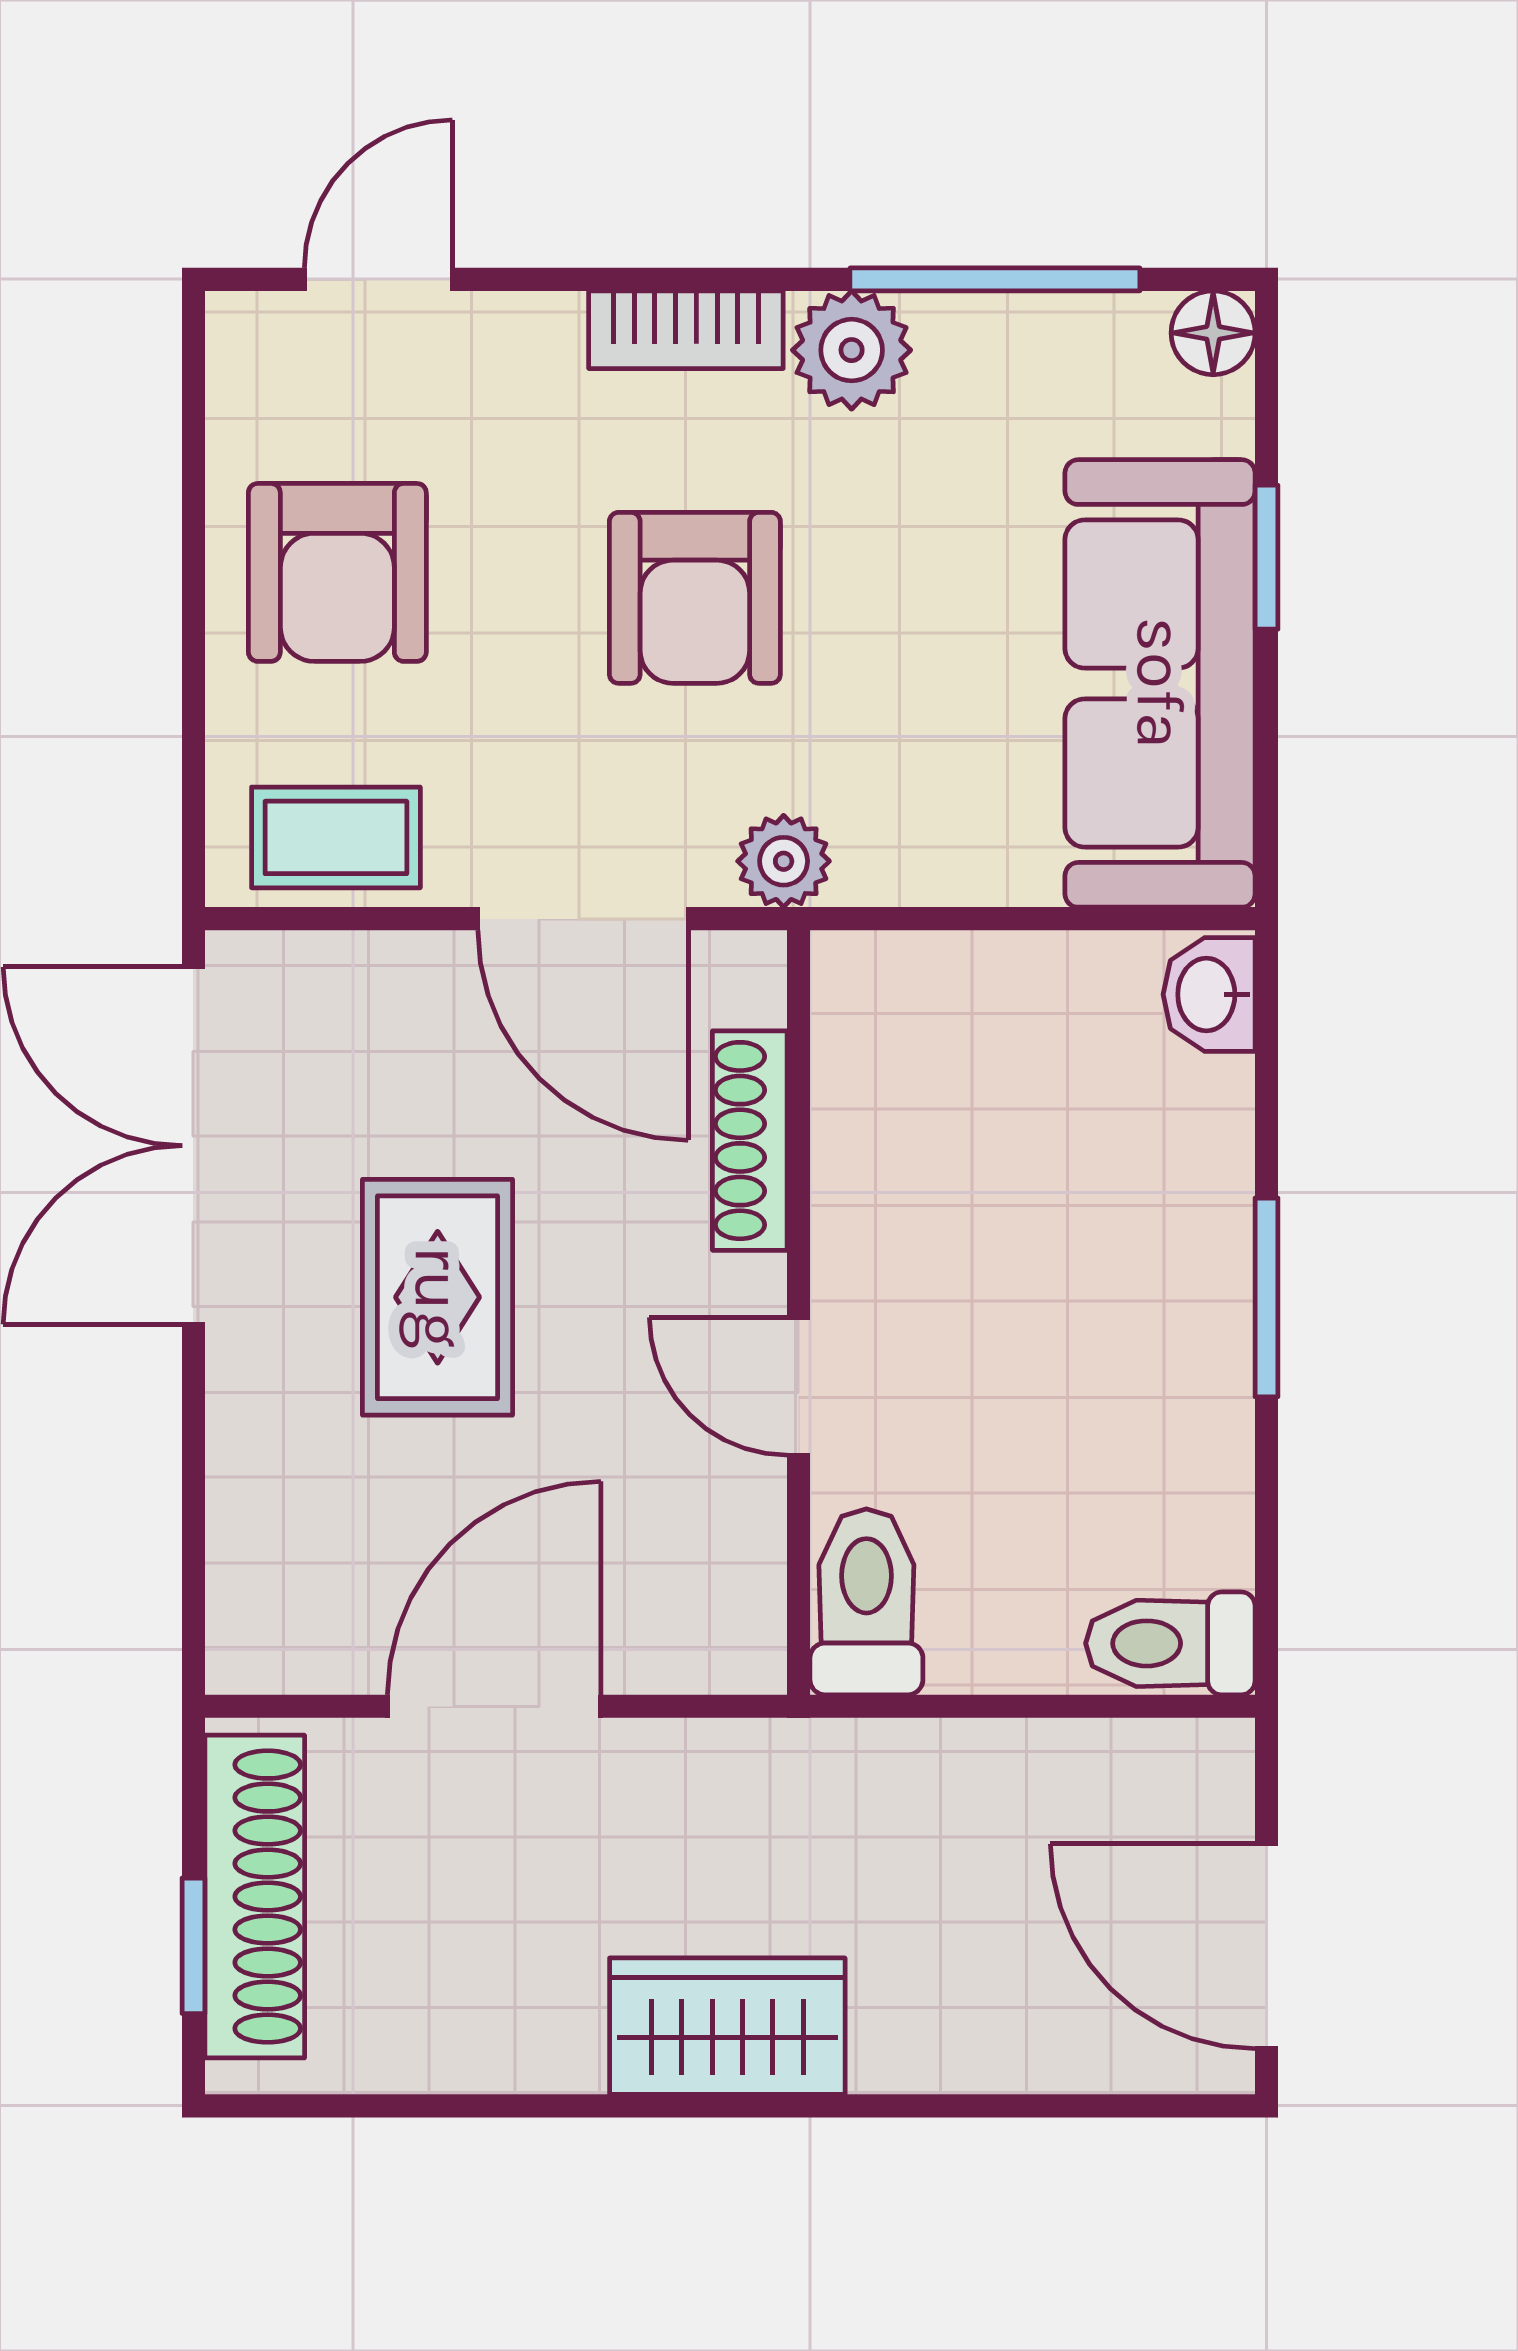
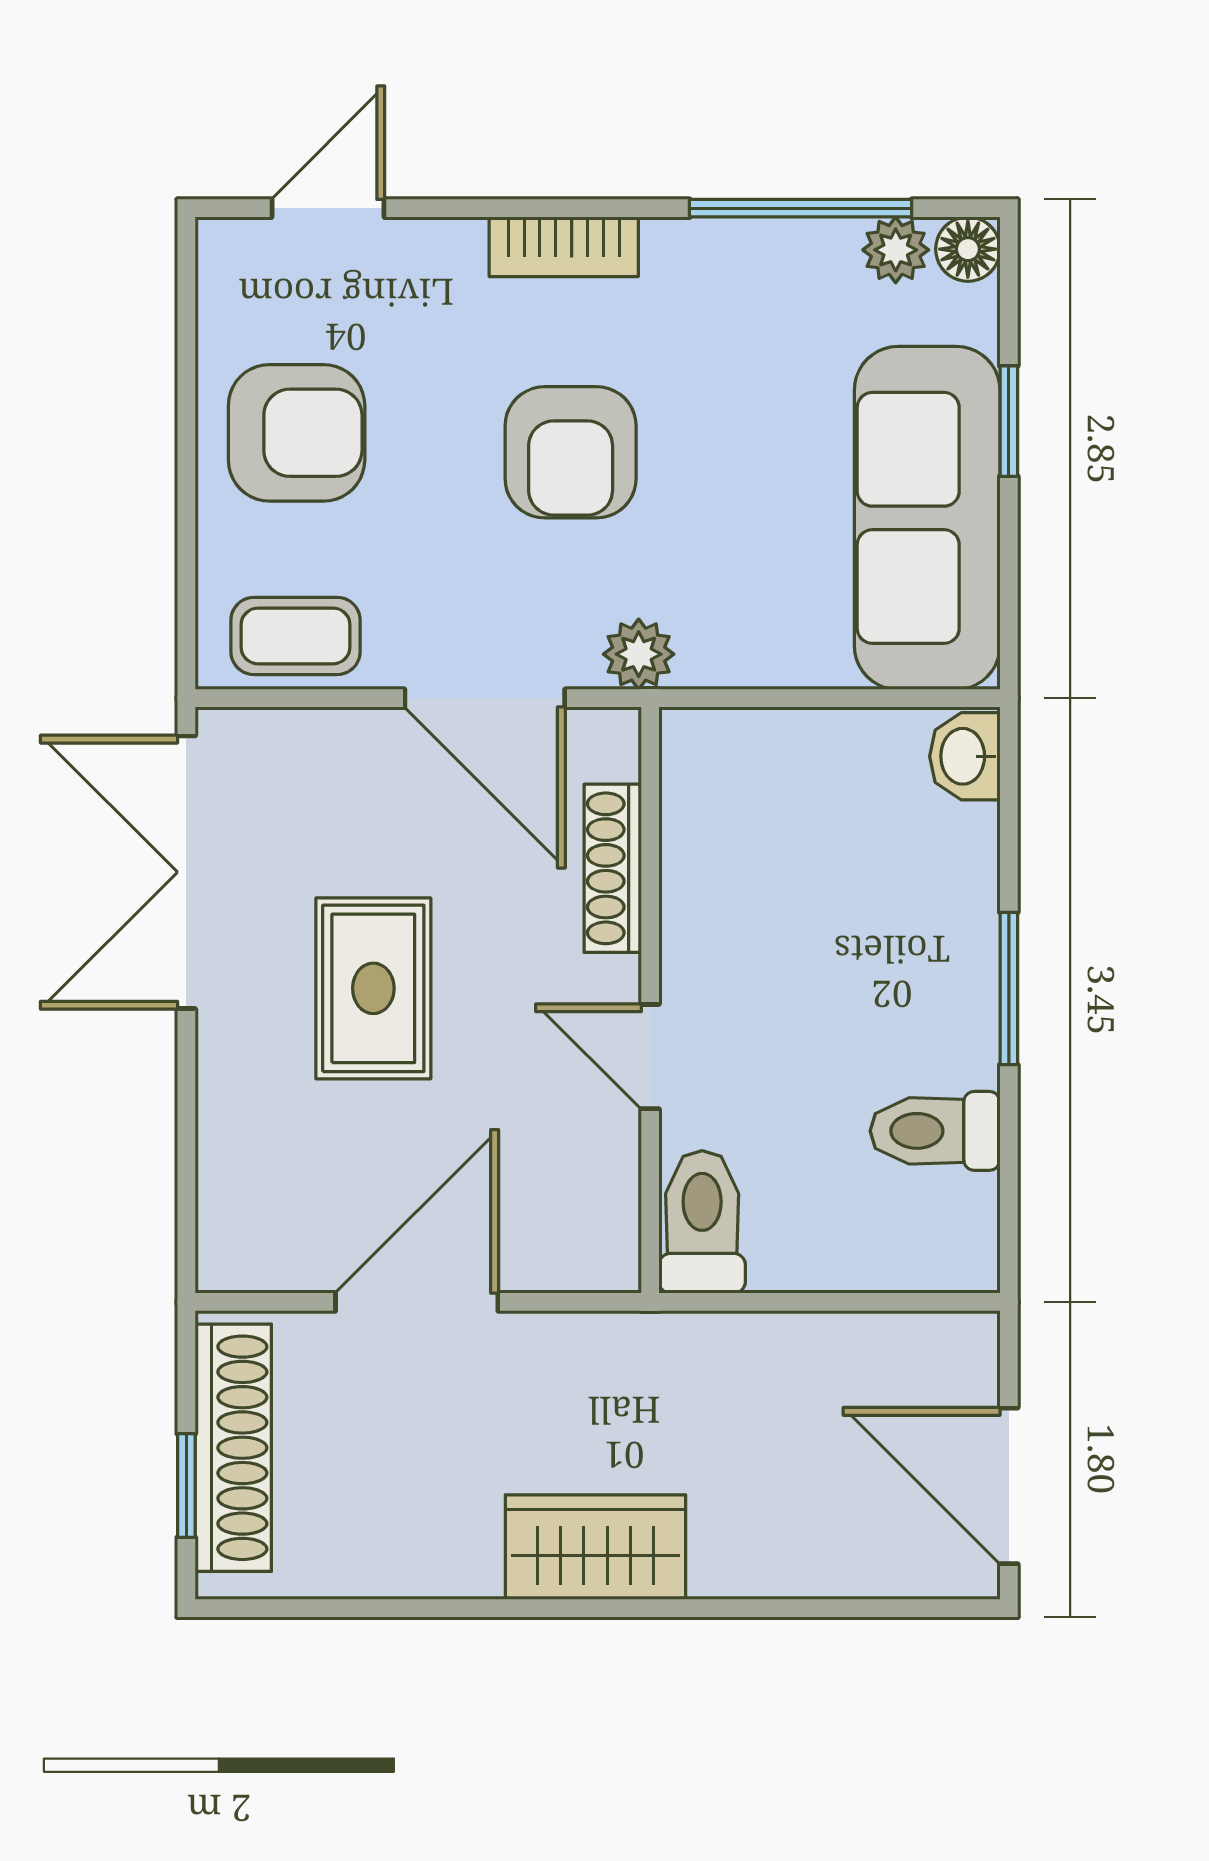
plant: (852, 350) -> (896, 250), moved, width x0.73, depth x0.73
armchair: (337, 572) -> (297, 433), turned -90
toilet: (1170, 1643) -> (935, 1131), moved

